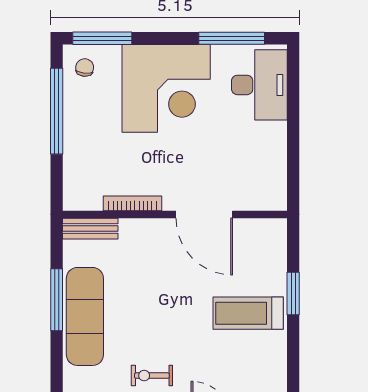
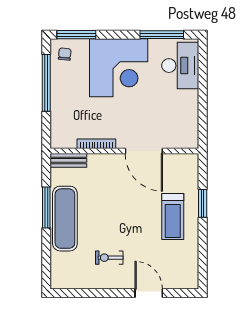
treadmill: (248, 313) -> (173, 216), turned -90

